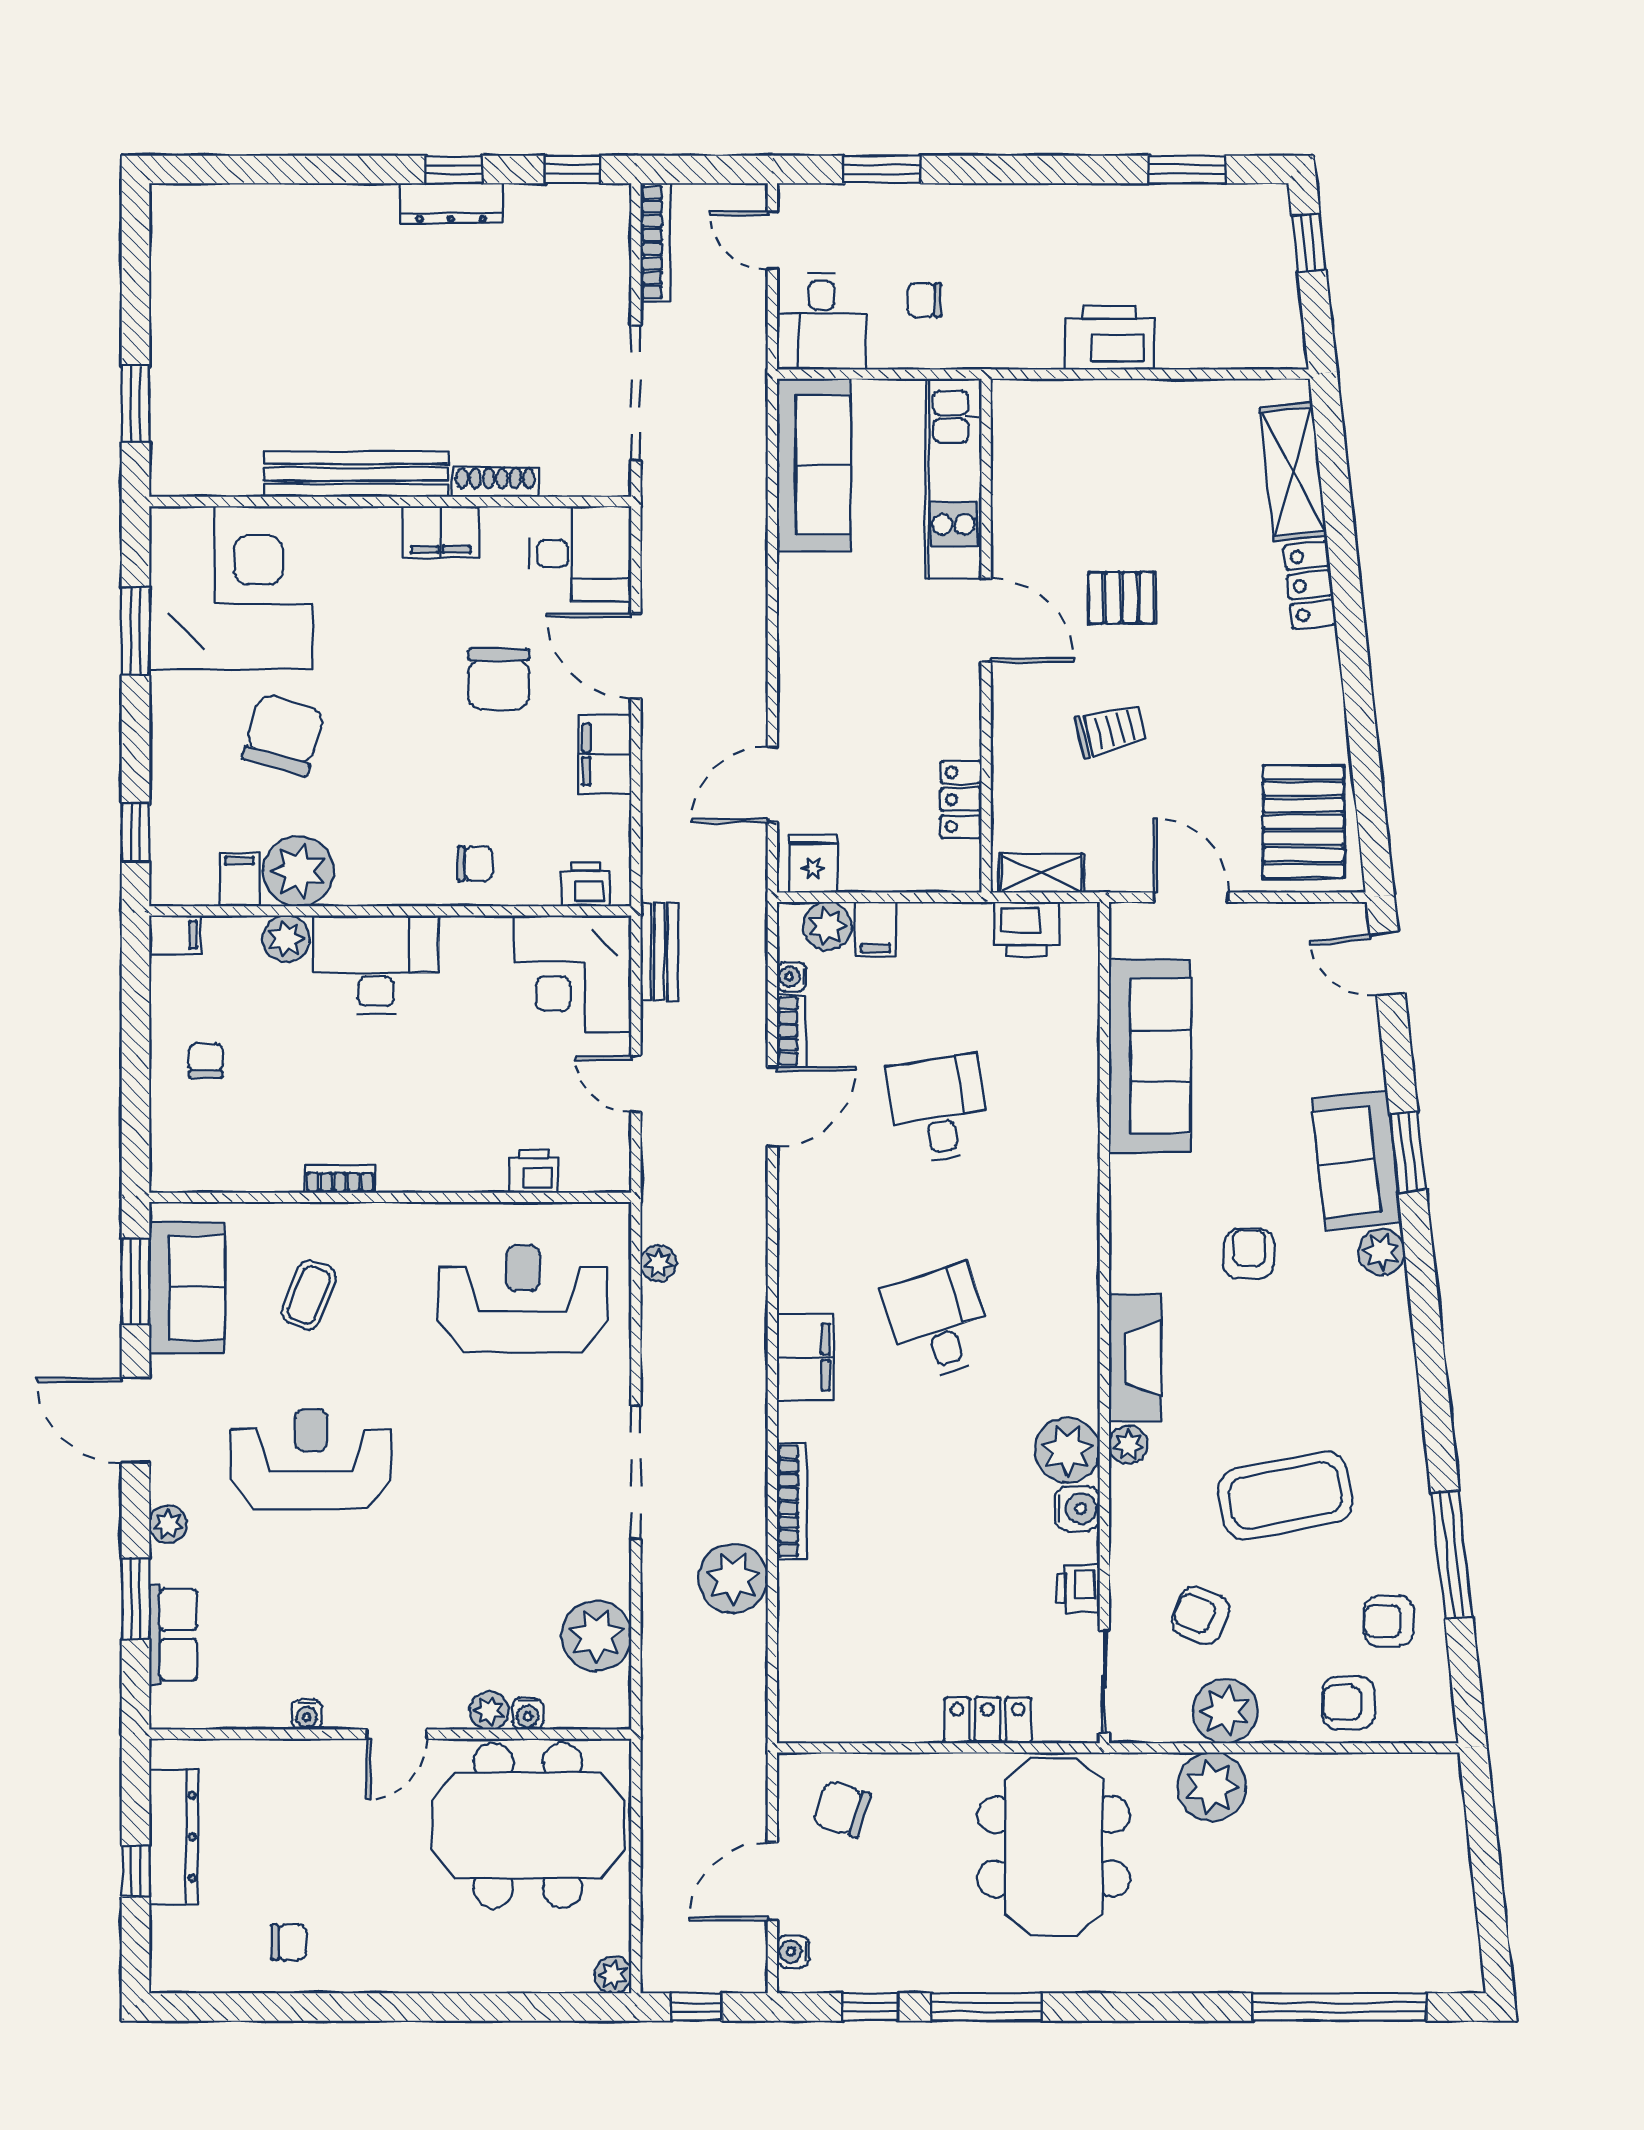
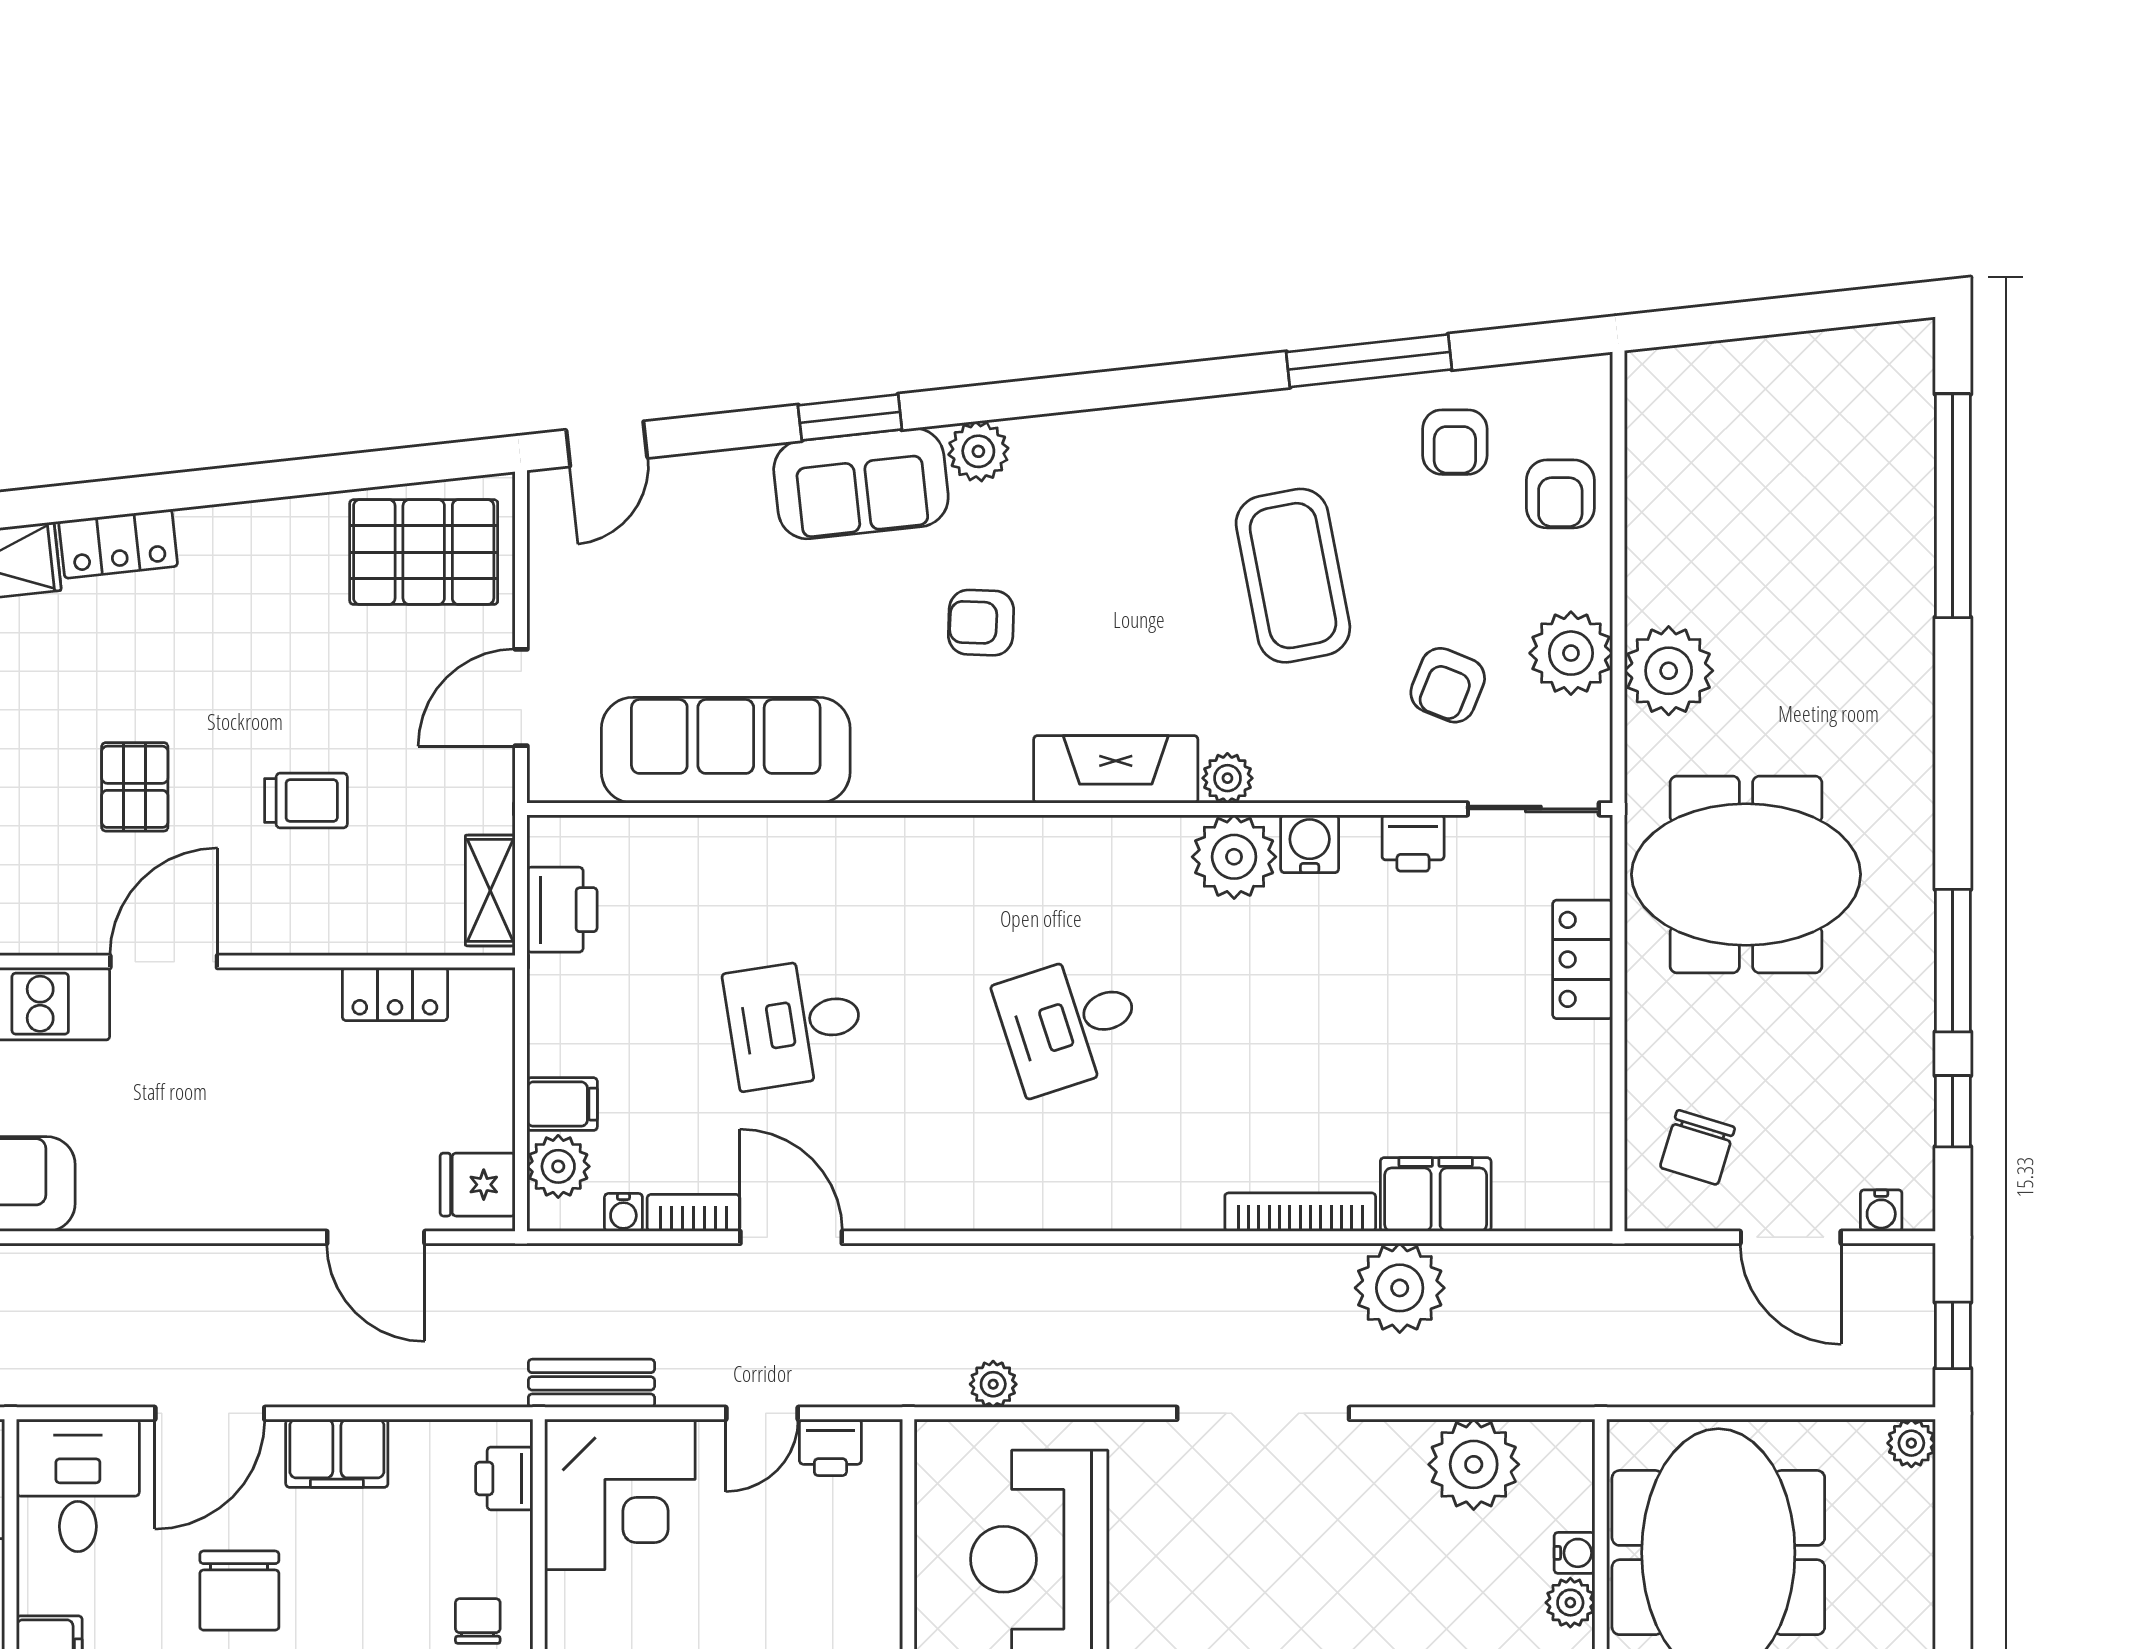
chair: (499, 679) -> (239, 1591), turned 90
trolley: (1111, 730) -> (306, 801), turned 104
printer: (533, 1171) -> (830, 1447), moved, turned -90
filing cabinet: (806, 1357) -> (1436, 1195), moved

